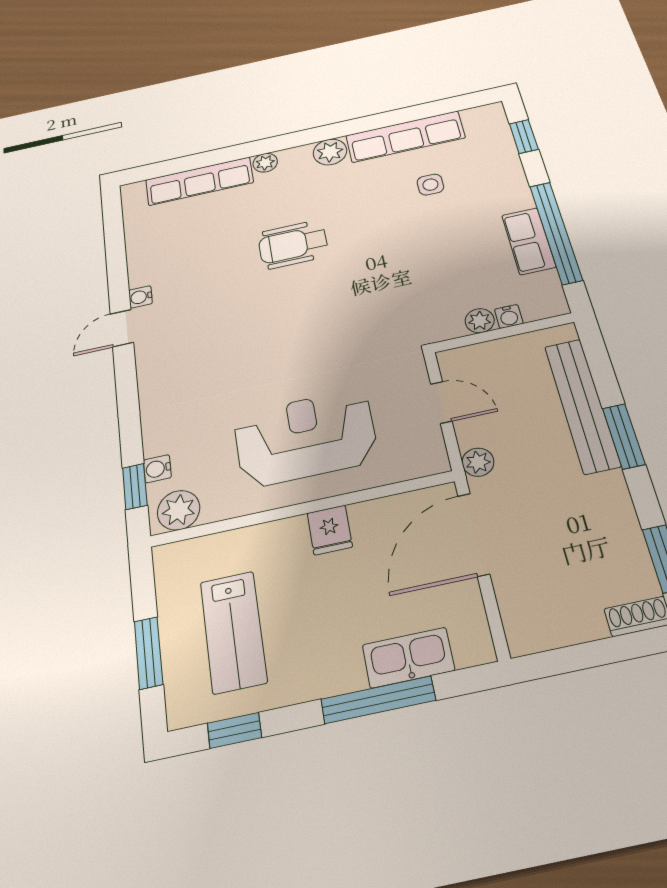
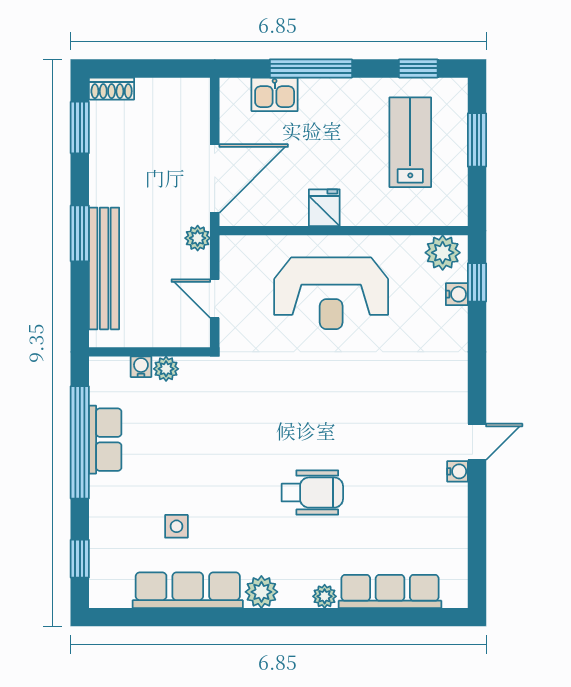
kitchen sink: (408, 658) -> (275, 94), width x0.73

